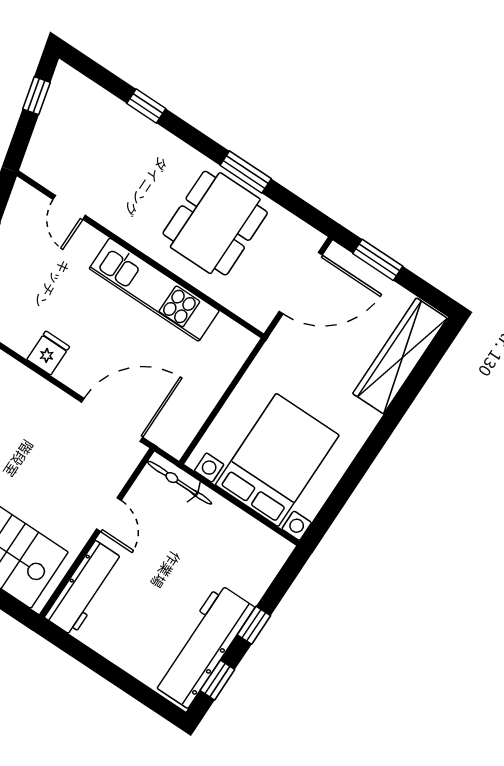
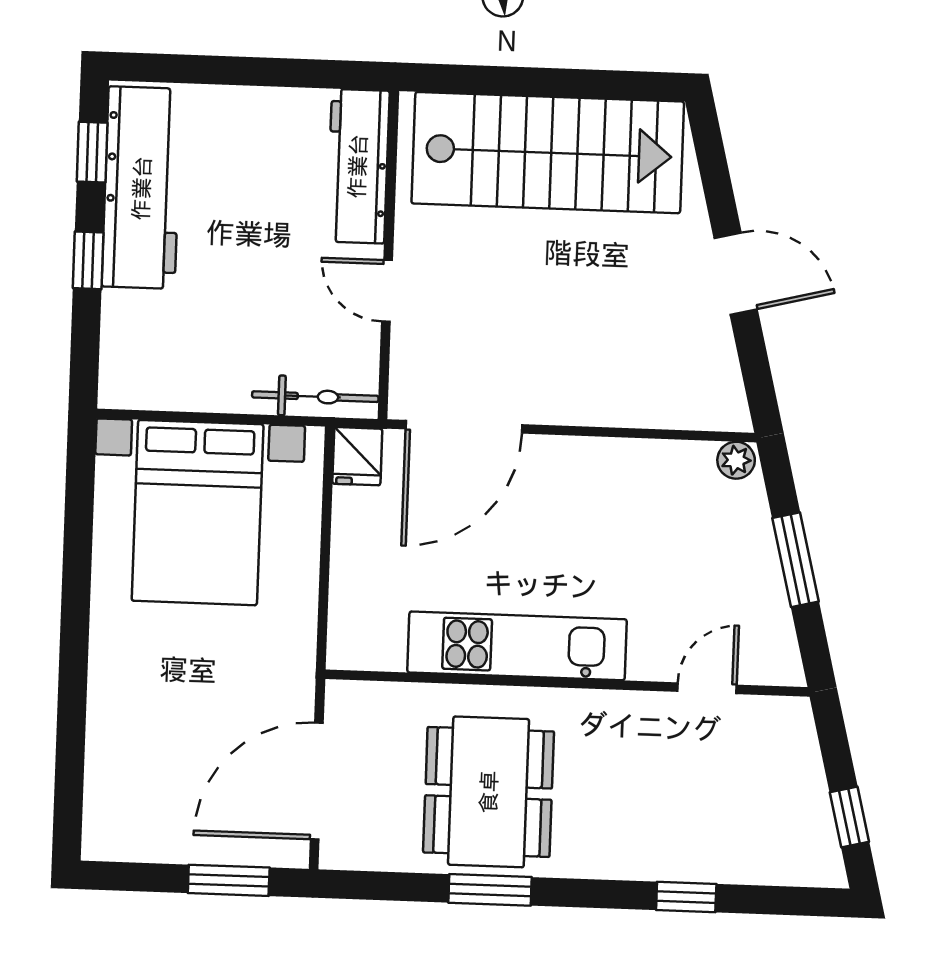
door: (69, 207) -> (707, 688), hinge flipped
fridge: (48, 353) -> (357, 456), moved
wardrobe: (400, 356) -> (115, 764), removed

